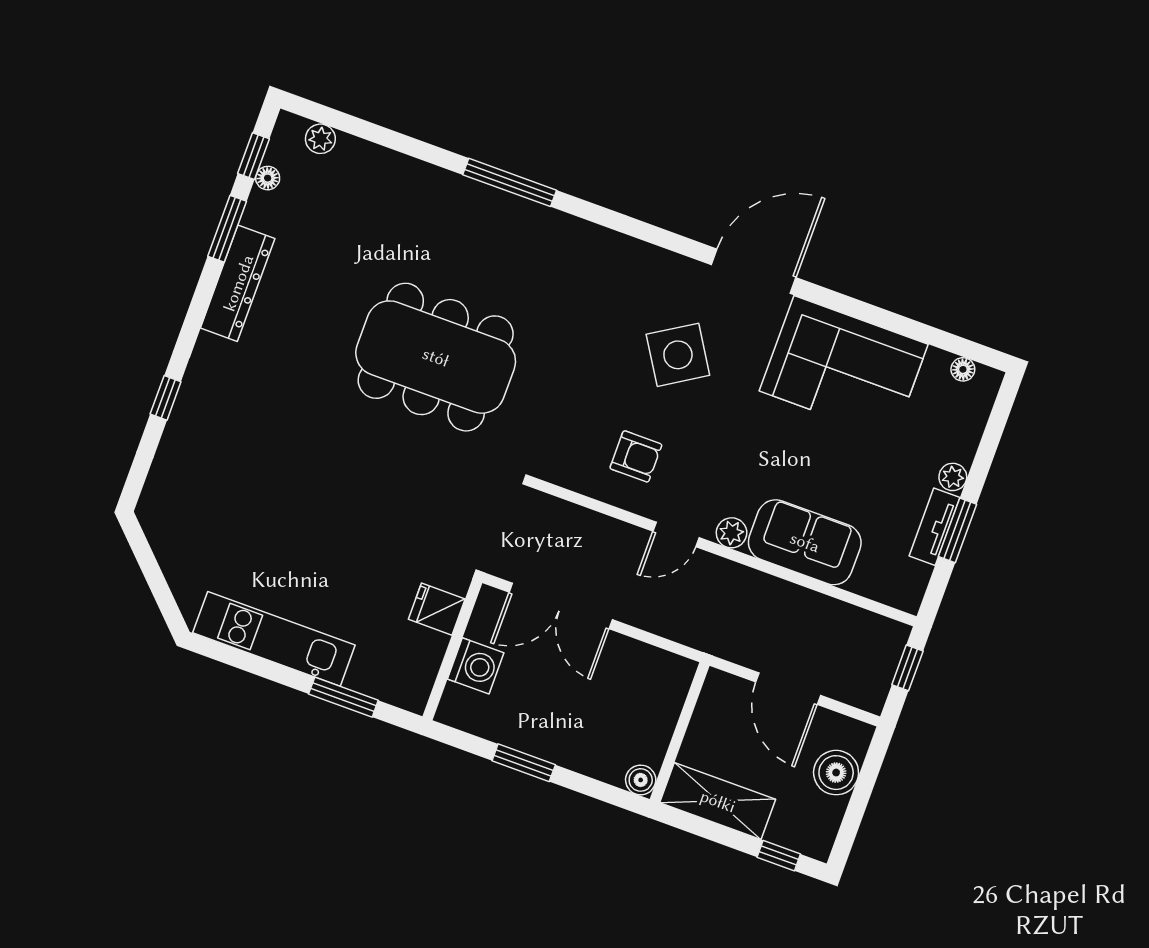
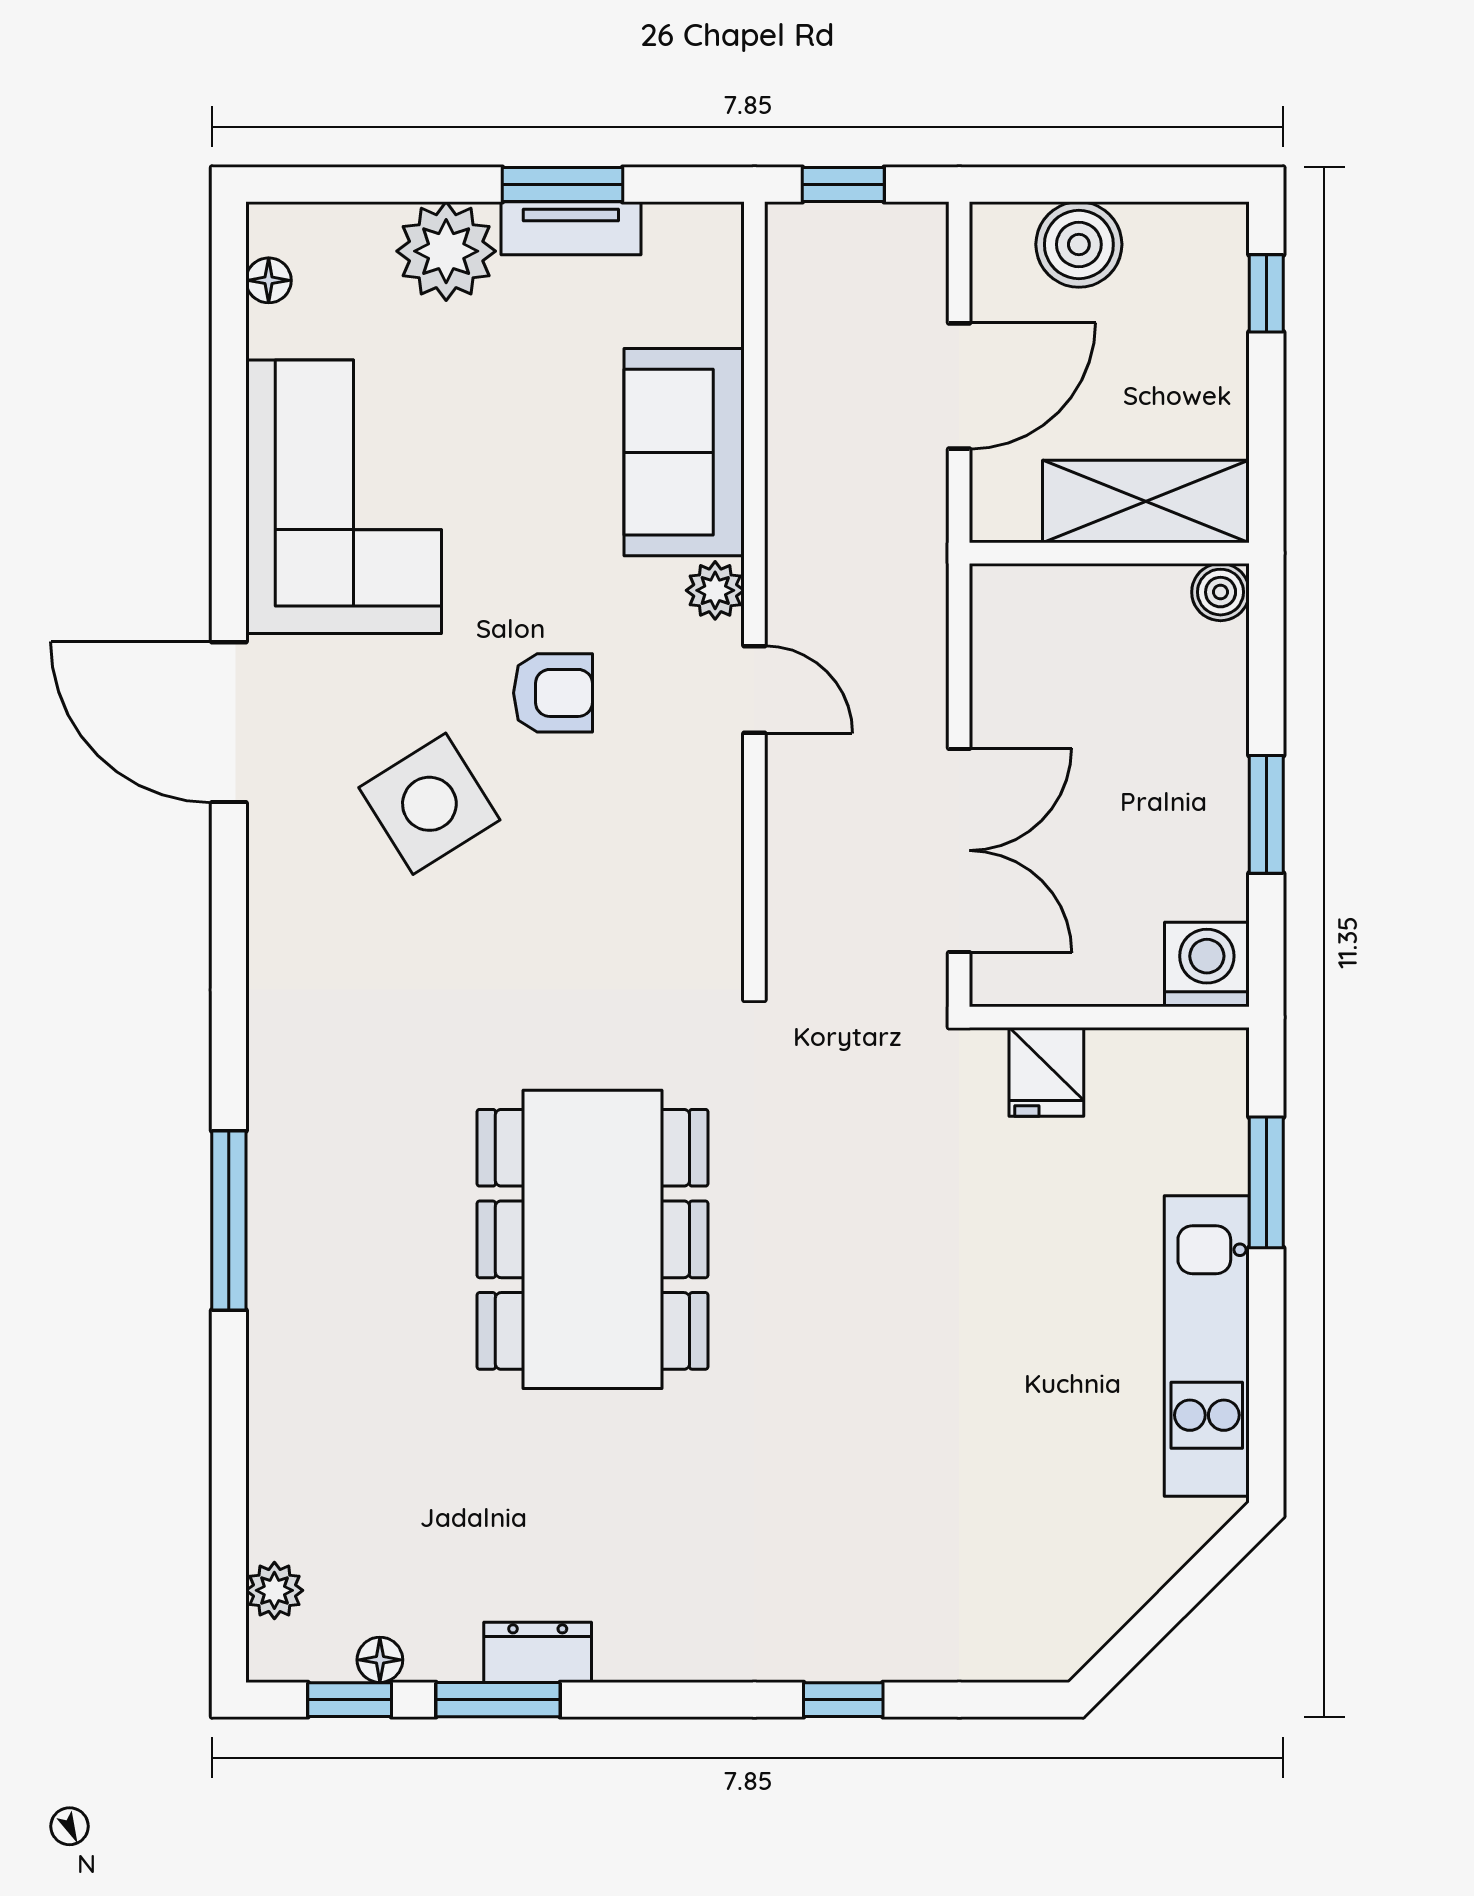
dresser: (238, 283) -> (538, 1652), width x0.51, depth x0.80
armchair: (636, 456) -> (553, 693), moved, turned 90
plant: (953, 477) -> (446, 251), width x1.88, depth x1.88
washing machine: (476, 666) -> (1207, 965), moved
shelving: (718, 801) -> (1146, 502), moved, turned 90

